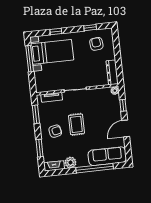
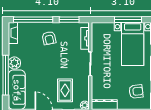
rug: (76, 124) -> (65, 90), moved, turned 90
window: (40, 148) -> (33, 20), width x2.11
plant: (70, 163) -> (14, 63), moved

